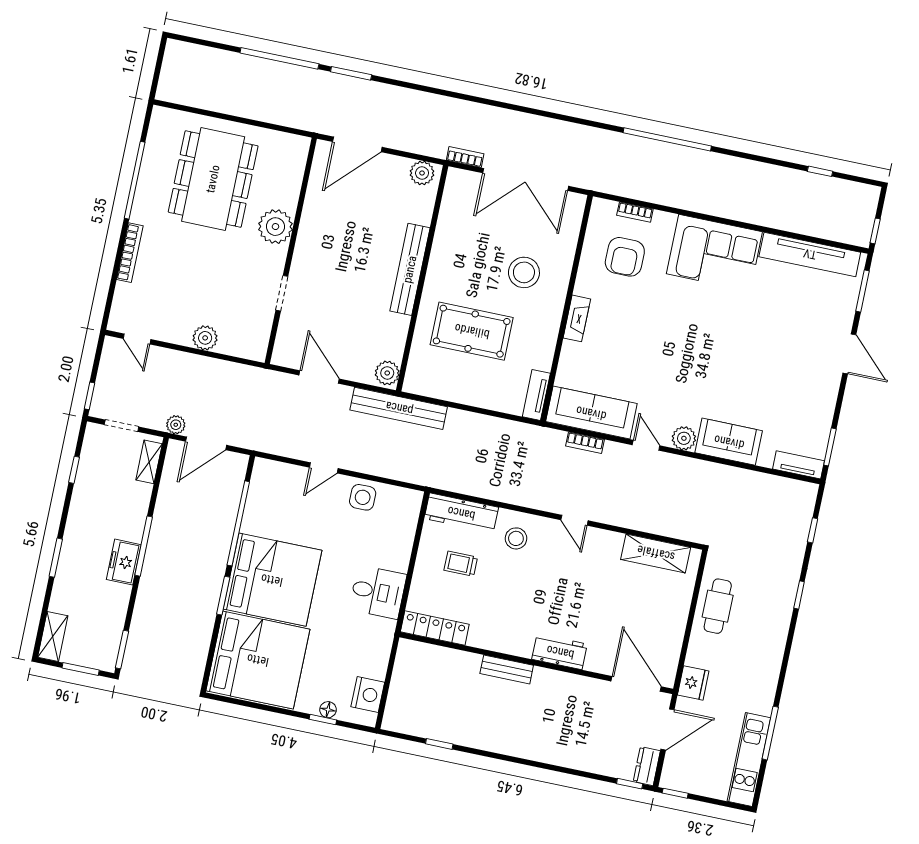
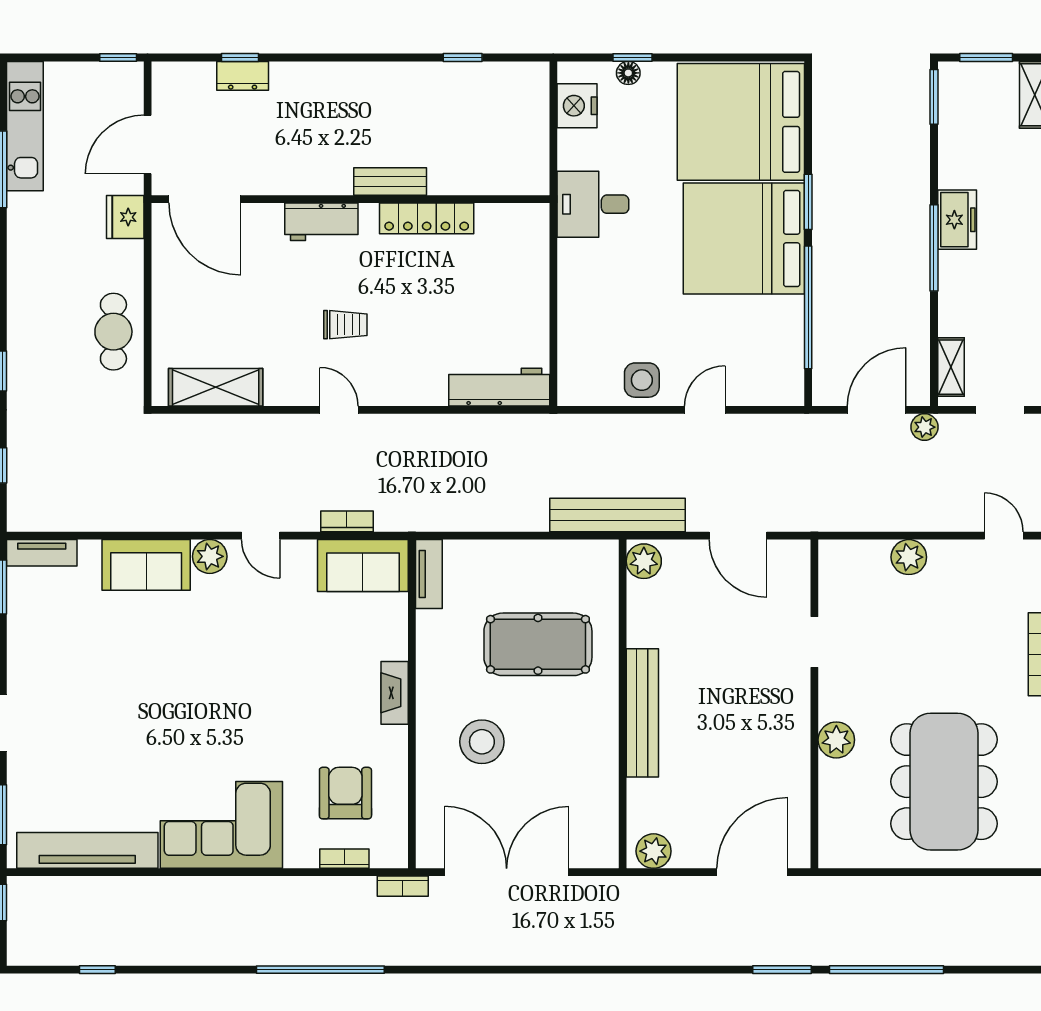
bookcase: (465, 157) -> (403, 886), moved
plant: (275, 227) -> (836, 740), width x0.73, depth x0.73
sofa: (591, 413) -> (363, 566), width x0.73
stool: (516, 538) -> (415, 367), removed
trolley: (461, 564) -> (345, 325), moved
desk: (378, 592) -> (593, 204), moved
locker: (435, 628) -> (427, 218), moved
dresser: (647, 766) -> (243, 76), moved, turned 90
window: (630, 784) -> (240, 58), moved

